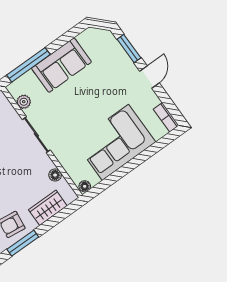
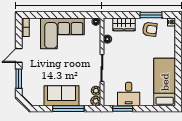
window: (28, 65) -> (68, 109), moved
plant: (15, 89) -> (96, 101), added

